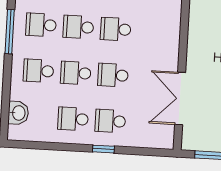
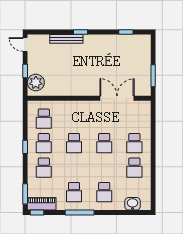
school desk: (78, 27) -> (74, 168), removed
school desk: (76, 73) -> (104, 168), removed
double door: (180, 98) -> (117, 98), swing flipped
window: (103, 149) -> (153, 147), removed

